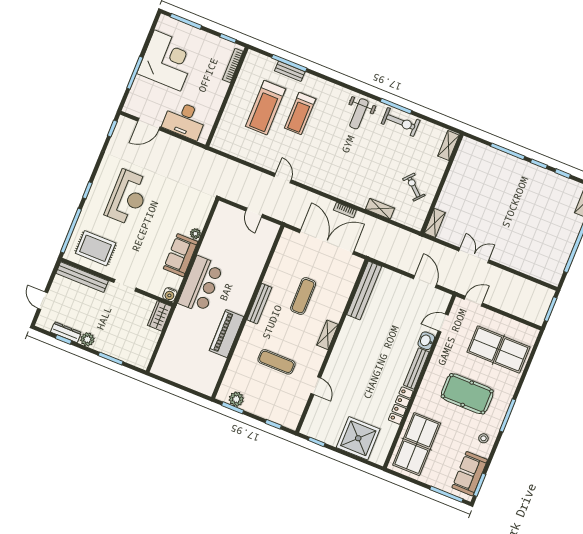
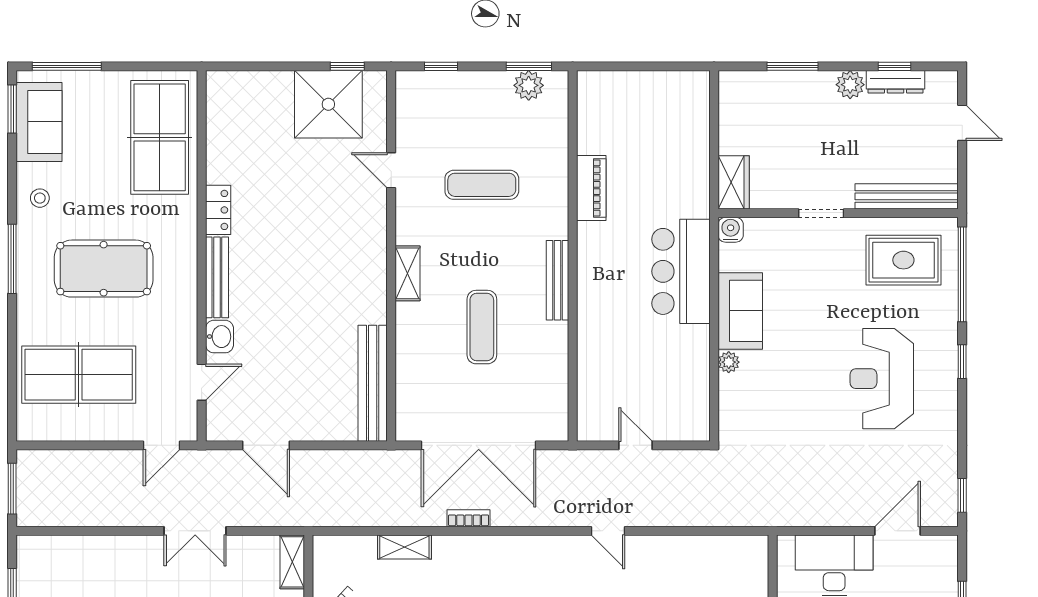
piano: (227, 334) -> (591, 188), width x0.73, depth x0.75
locker: (401, 406) -> (218, 210), width x0.66
shower: (358, 438) -> (328, 104), moved

